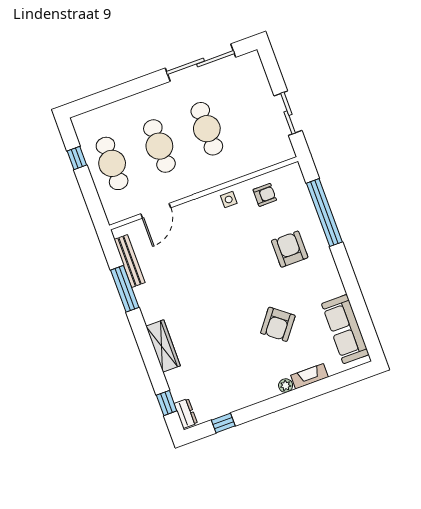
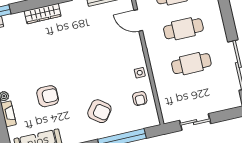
armchair: (290, 249) -> (99, 111), turned 37
armchair: (278, 324) -> (48, 96), turned 142

